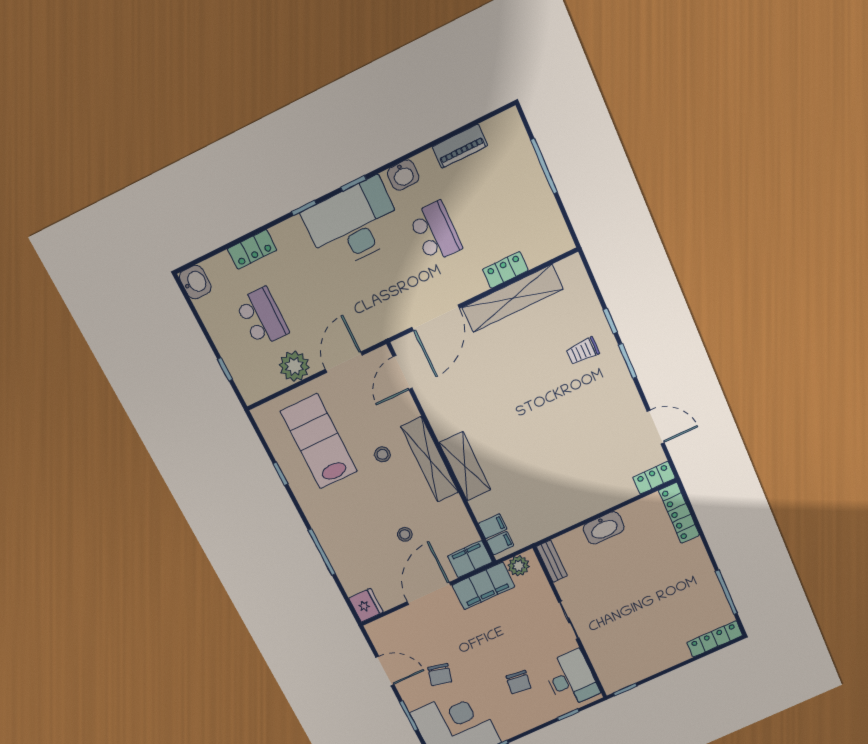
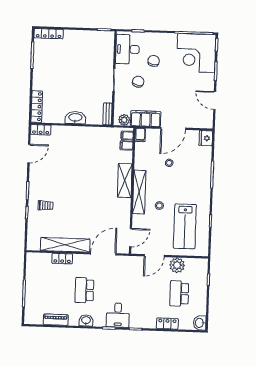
desk: (353, 224) -> (118, 315), width x0.53, depth x0.77
door: (656, 427) -> (29, 154), swing flipped
filing cabinet: (470, 559) -> (140, 135), width x0.50
chair: (440, 675) -> (138, 82), moved

